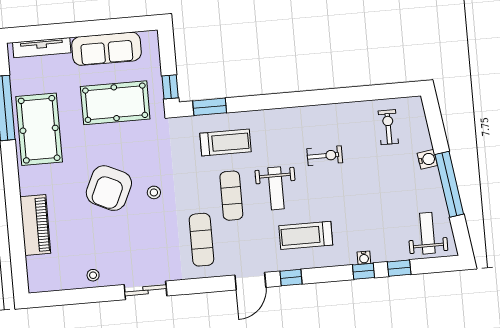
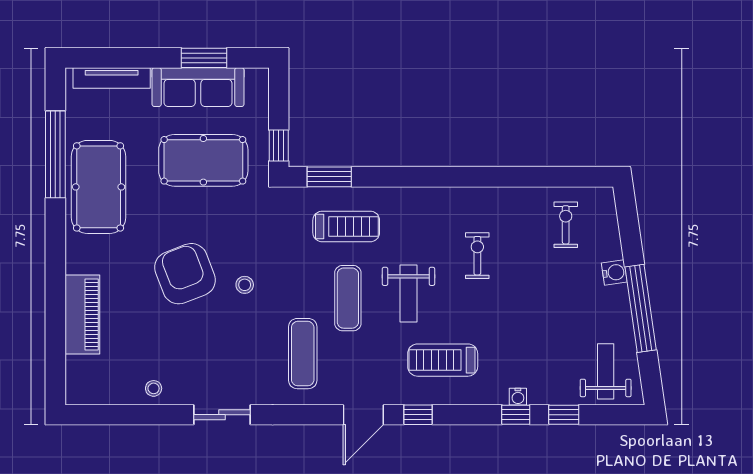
window: (109, 27) -> (204, 58), added
exercise bike: (325, 156) -> (477, 256), turned -90
armchair: (109, 188) -> (185, 274), turned 134

